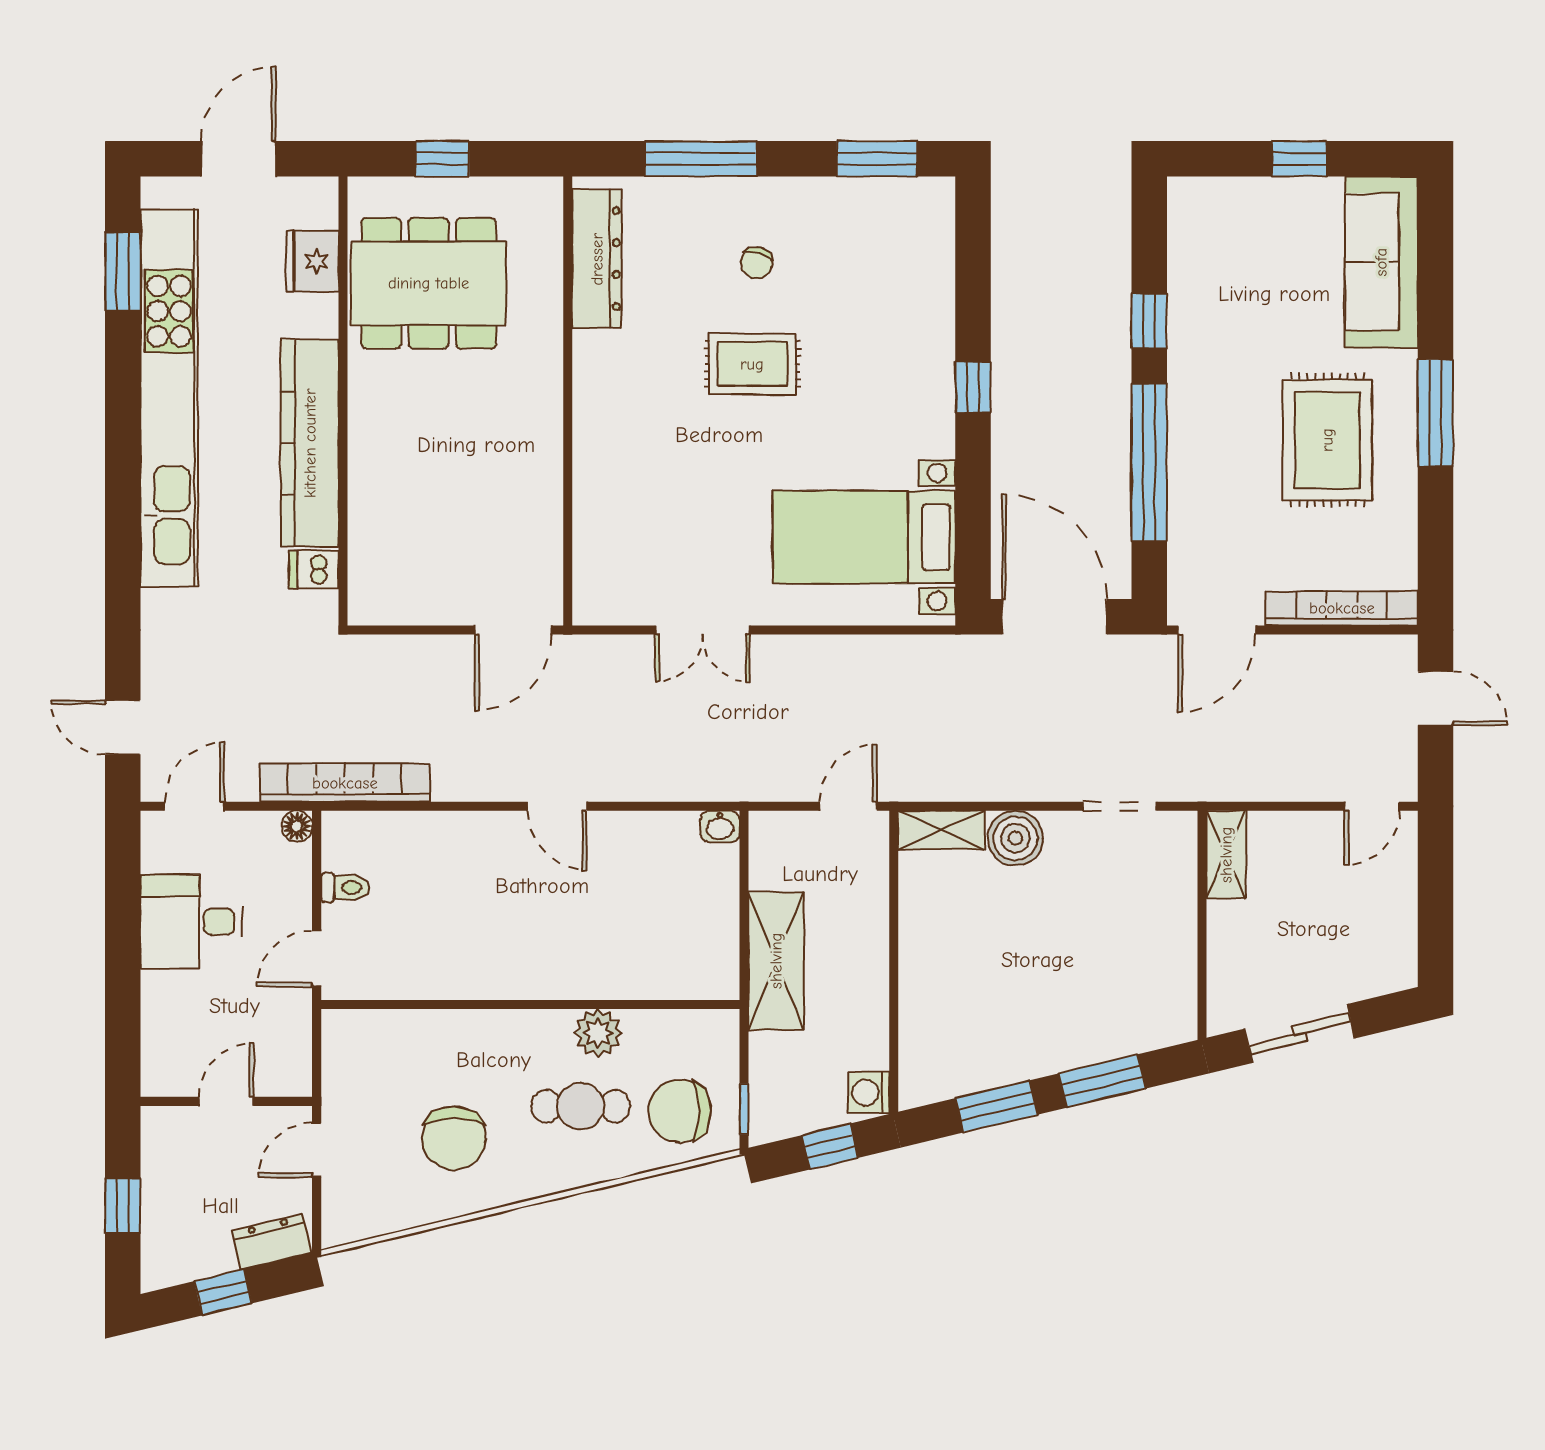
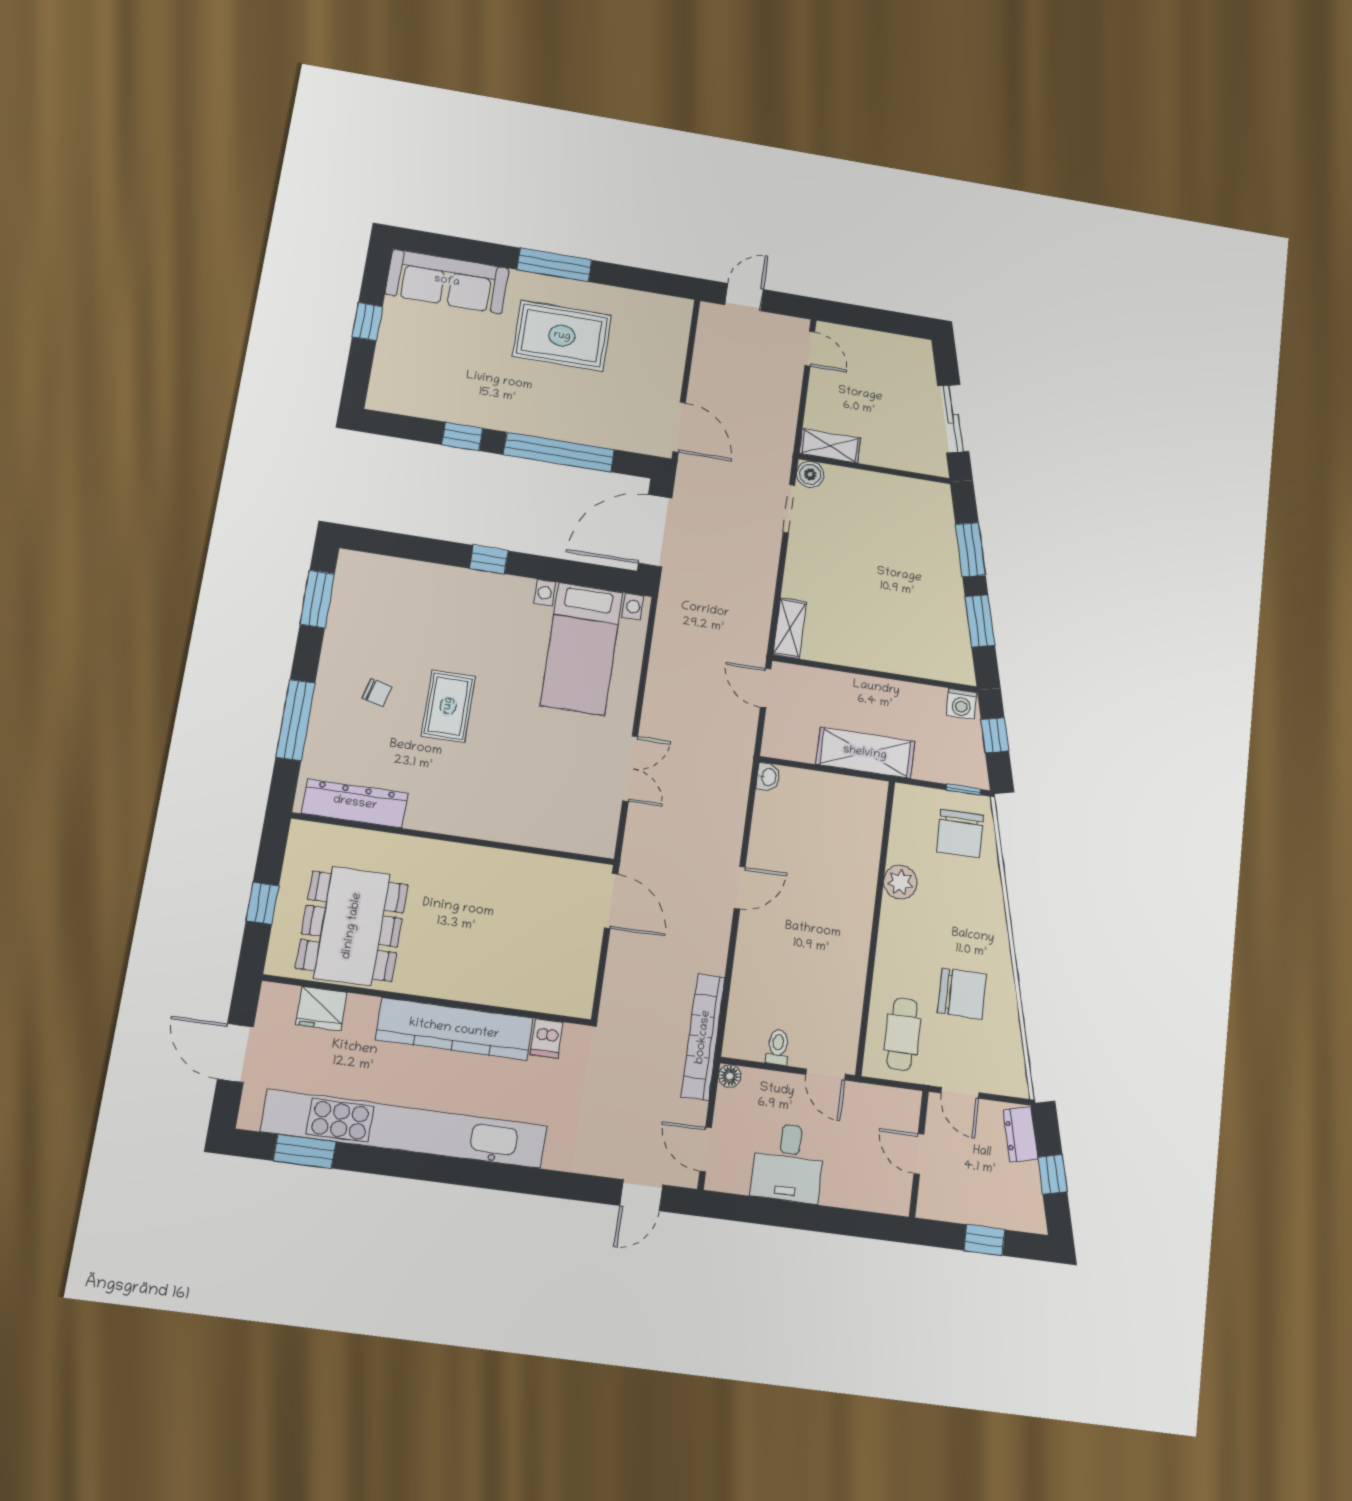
bookcase: (1342, 608) -> (676, 345), removed
boiler: (1015, 838) -> (810, 474), moved, width x0.73, depth x0.73
cafe table: (581, 1106) -> (902, 1034), moved

